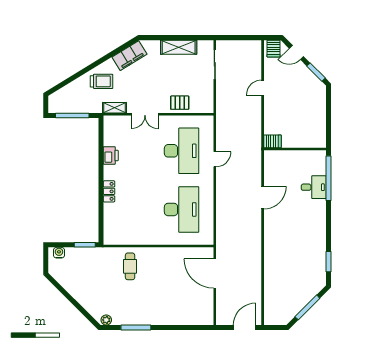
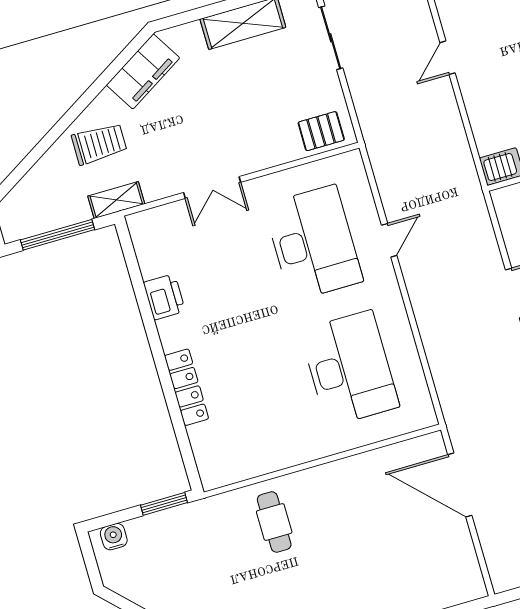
pallet: (180, 103) -> (321, 131), moved
shelving: (114, 108) -> (116, 200), moved
locker: (109, 191) -> (187, 387), width x1.53

